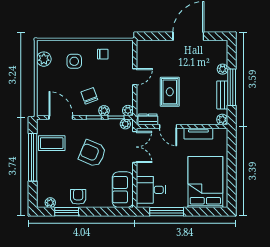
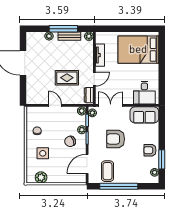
armchair: (92, 153) -> (116, 139), turned 67
window: (167, 212) -> (162, 80), removed

